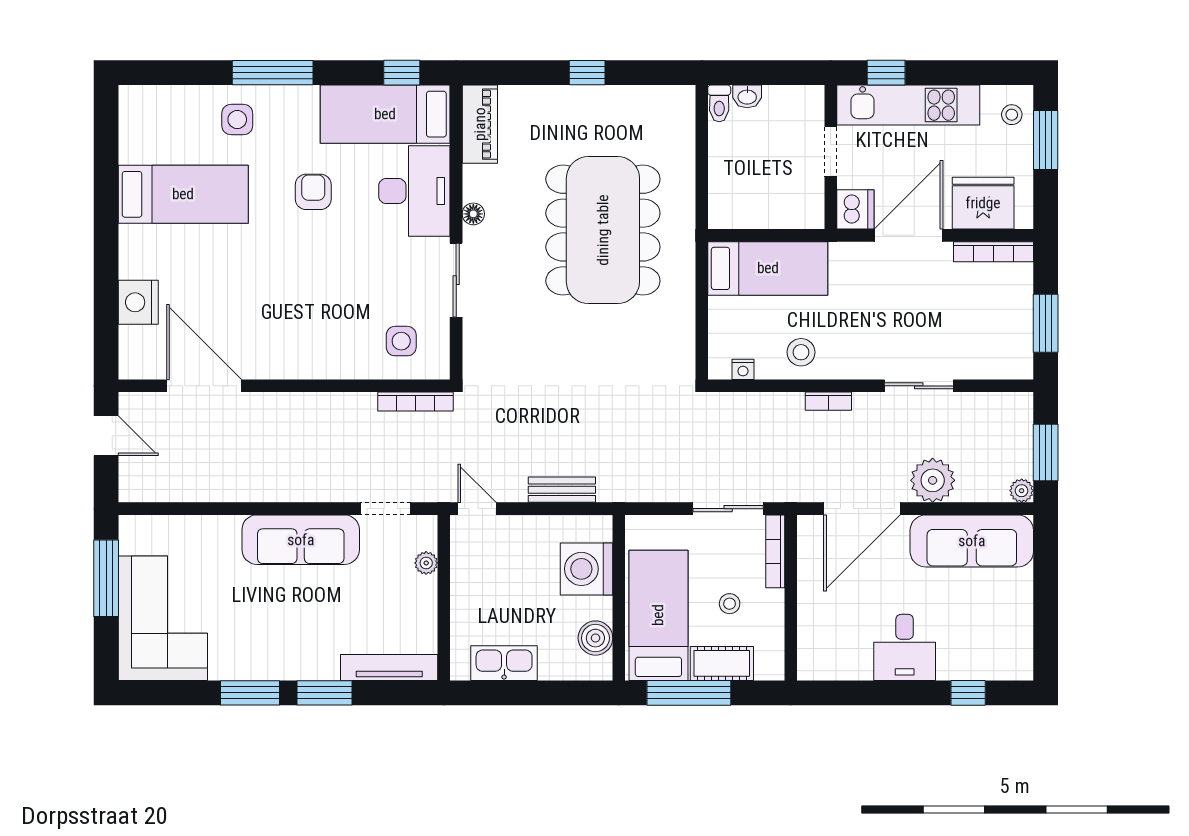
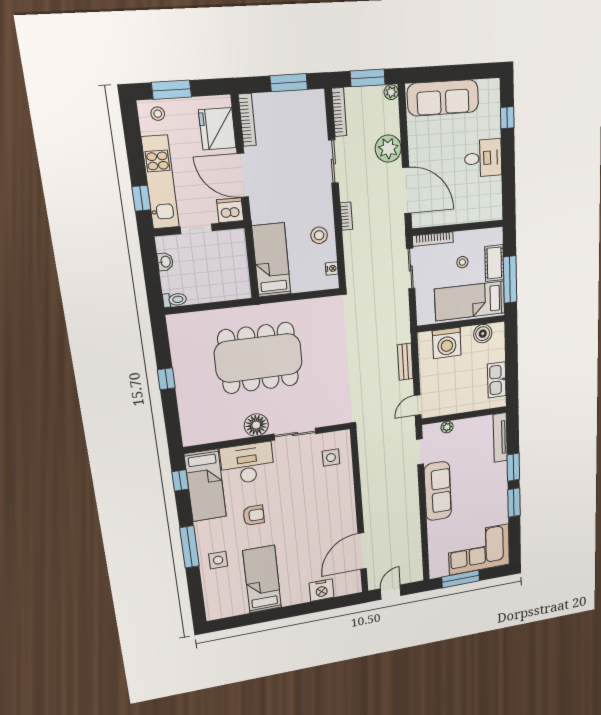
washbasin: (747, 96) -> (165, 262), moved
piano: (480, 124) -> (205, 434), removed
armchair: (313, 192) -> (254, 515), turned 180
floor lamp: (473, 214) -> (256, 425), width x1.89, depth x1.89
bookcase: (415, 402) -> (339, 112), moved
sofa: (972, 541) -> (443, 98), moved, turned 90

